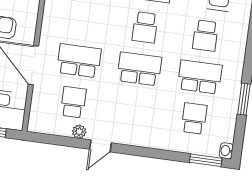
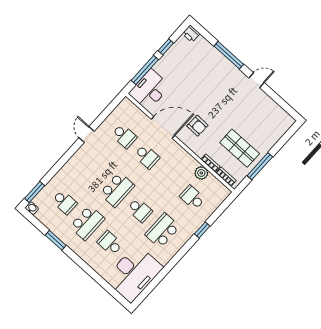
school desk: (145, 27) -> (140, 210), turned 180
school desk: (79, 61) -> (147, 157), width x0.54
plant: (79, 132) -> (104, 127), removed

